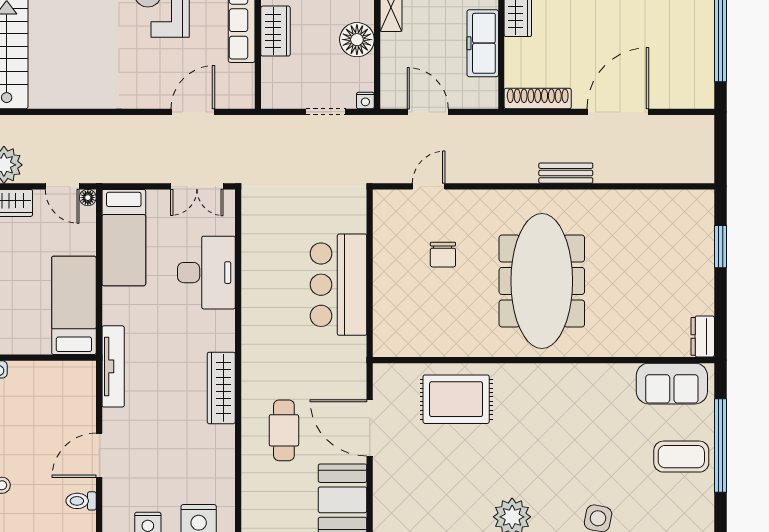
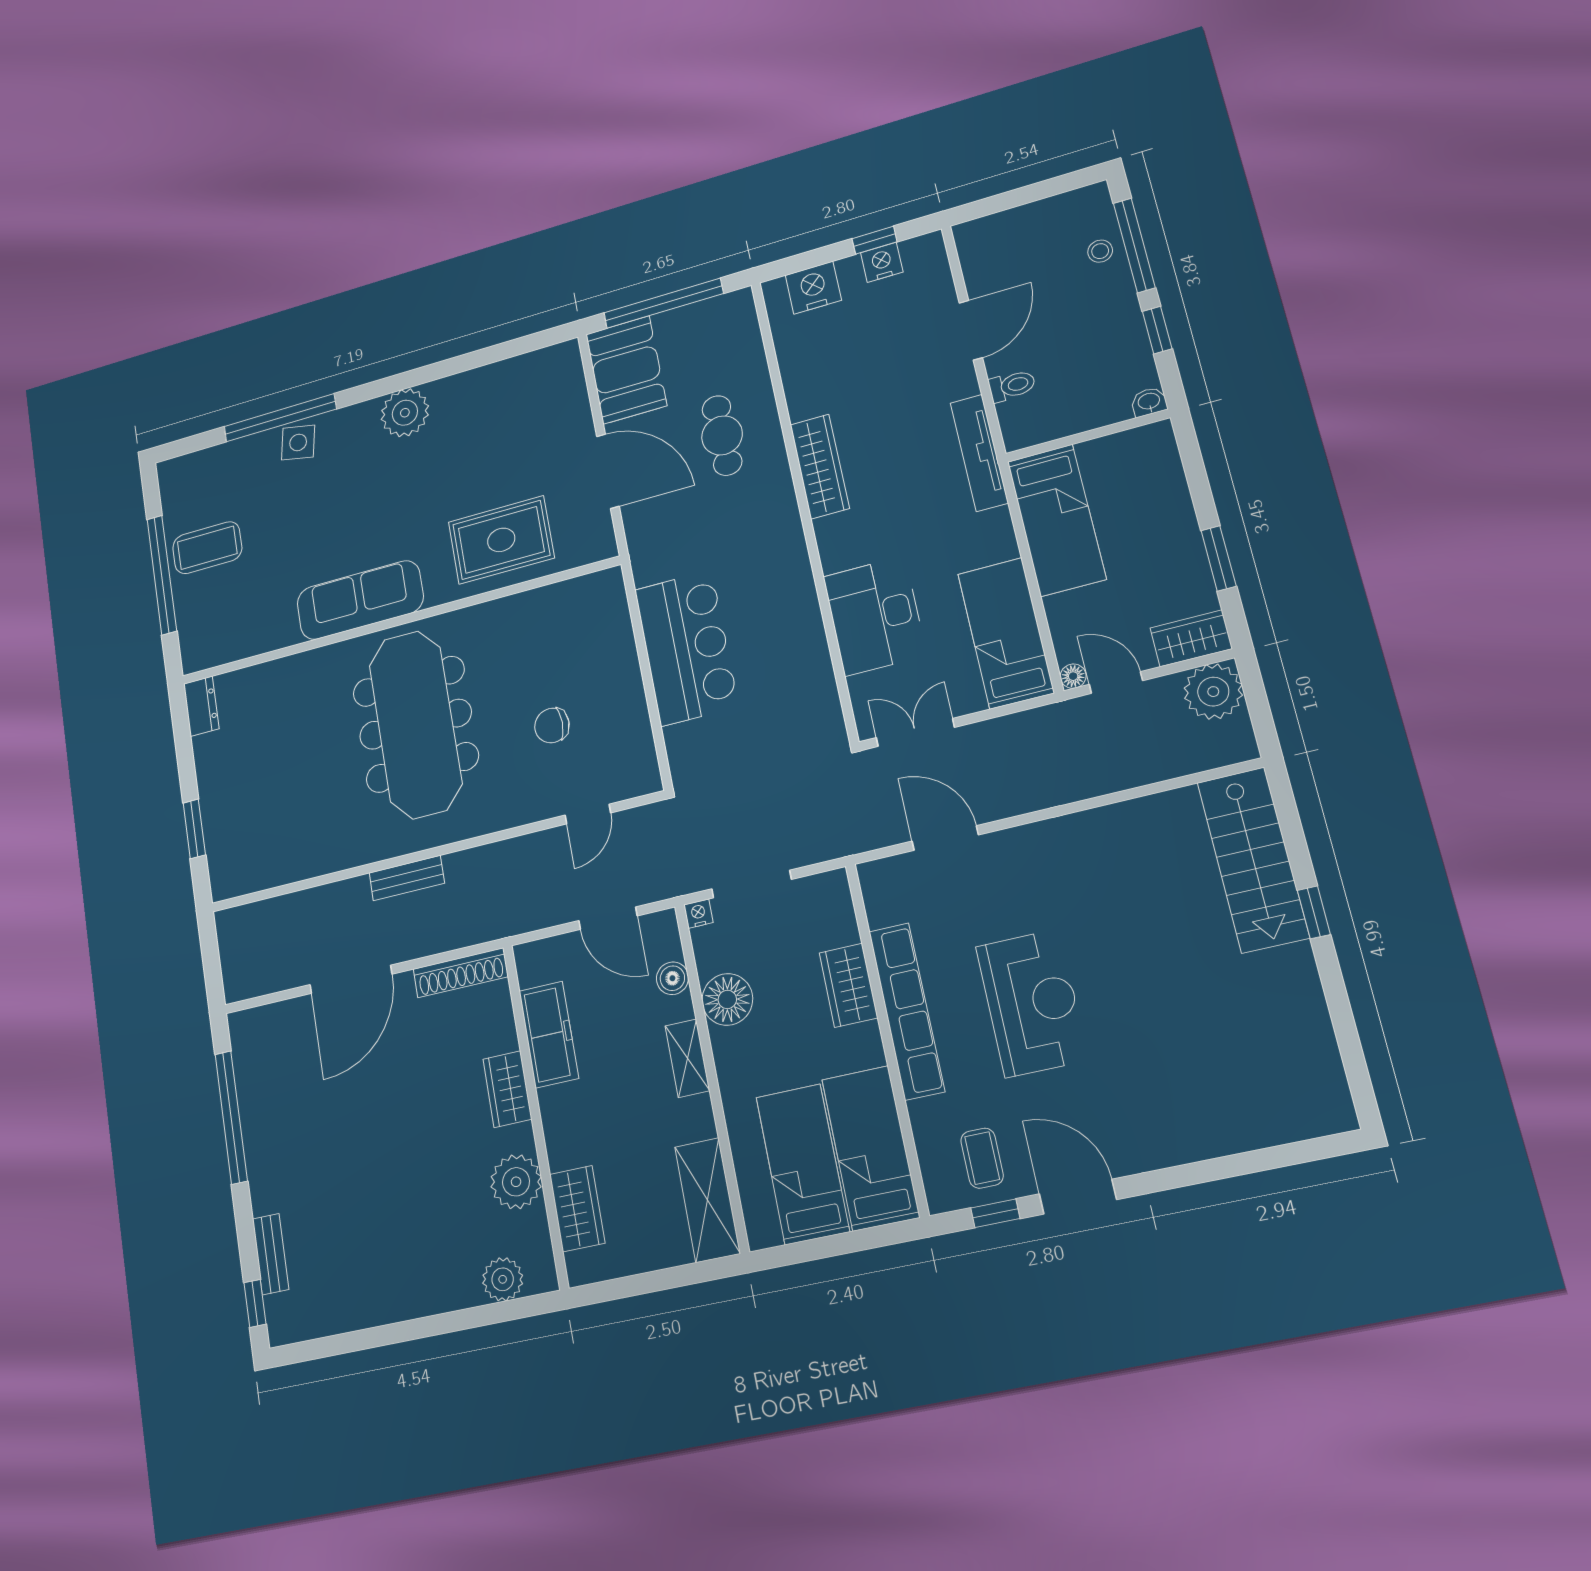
boiler: (391, 62) -> (672, 978), added
door: (193, 112) -> (945, 838), swing flipped
doorway: (326, 112) -> (751, 884), width x1.38
chair: (443, 255) -> (552, 725), turned -90
sofa: (672, 384) -> (360, 600), moved, width x1.36
toilet: (81, 501) -> (1012, 386), moved

